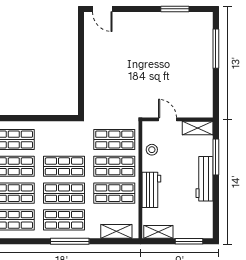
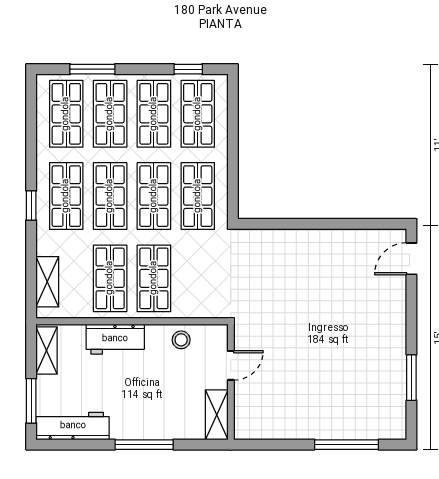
shop shelf: (114, 140) -> (198, 196), moved
window: (216, 157) -> (144, 445), moved
workbench: (205, 179) -> (73, 426), moved
window: (70, 241) -> (31, 205), width x0.46

